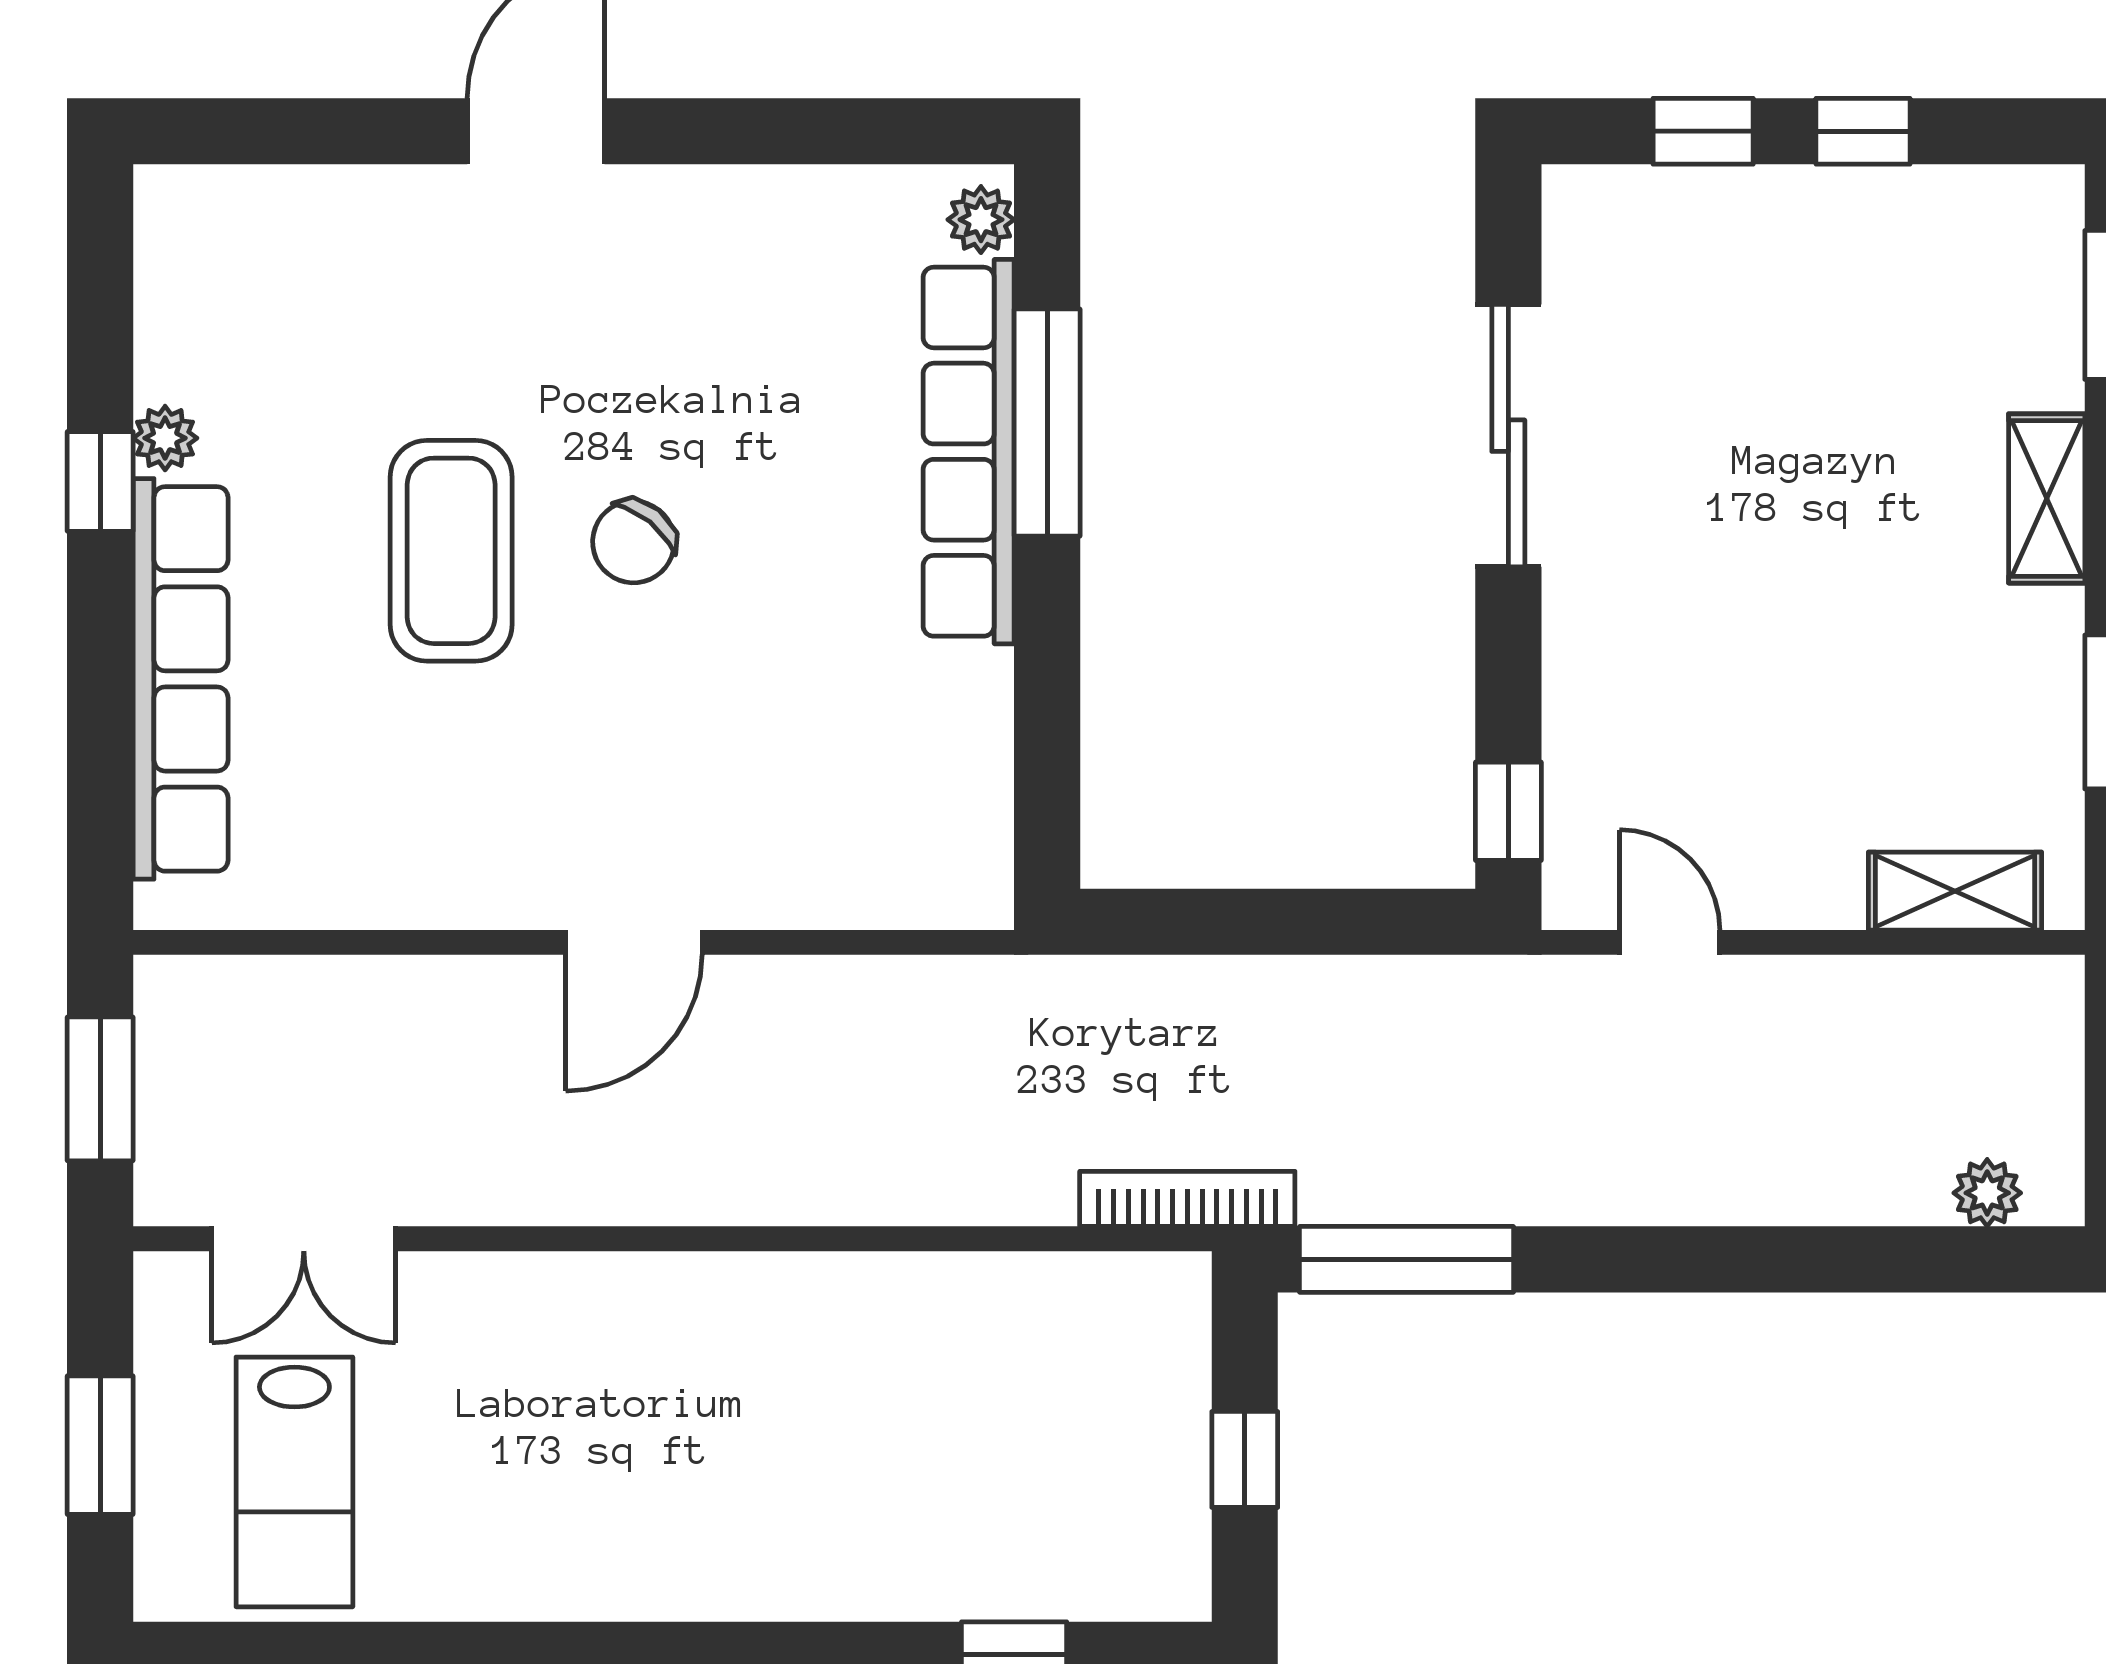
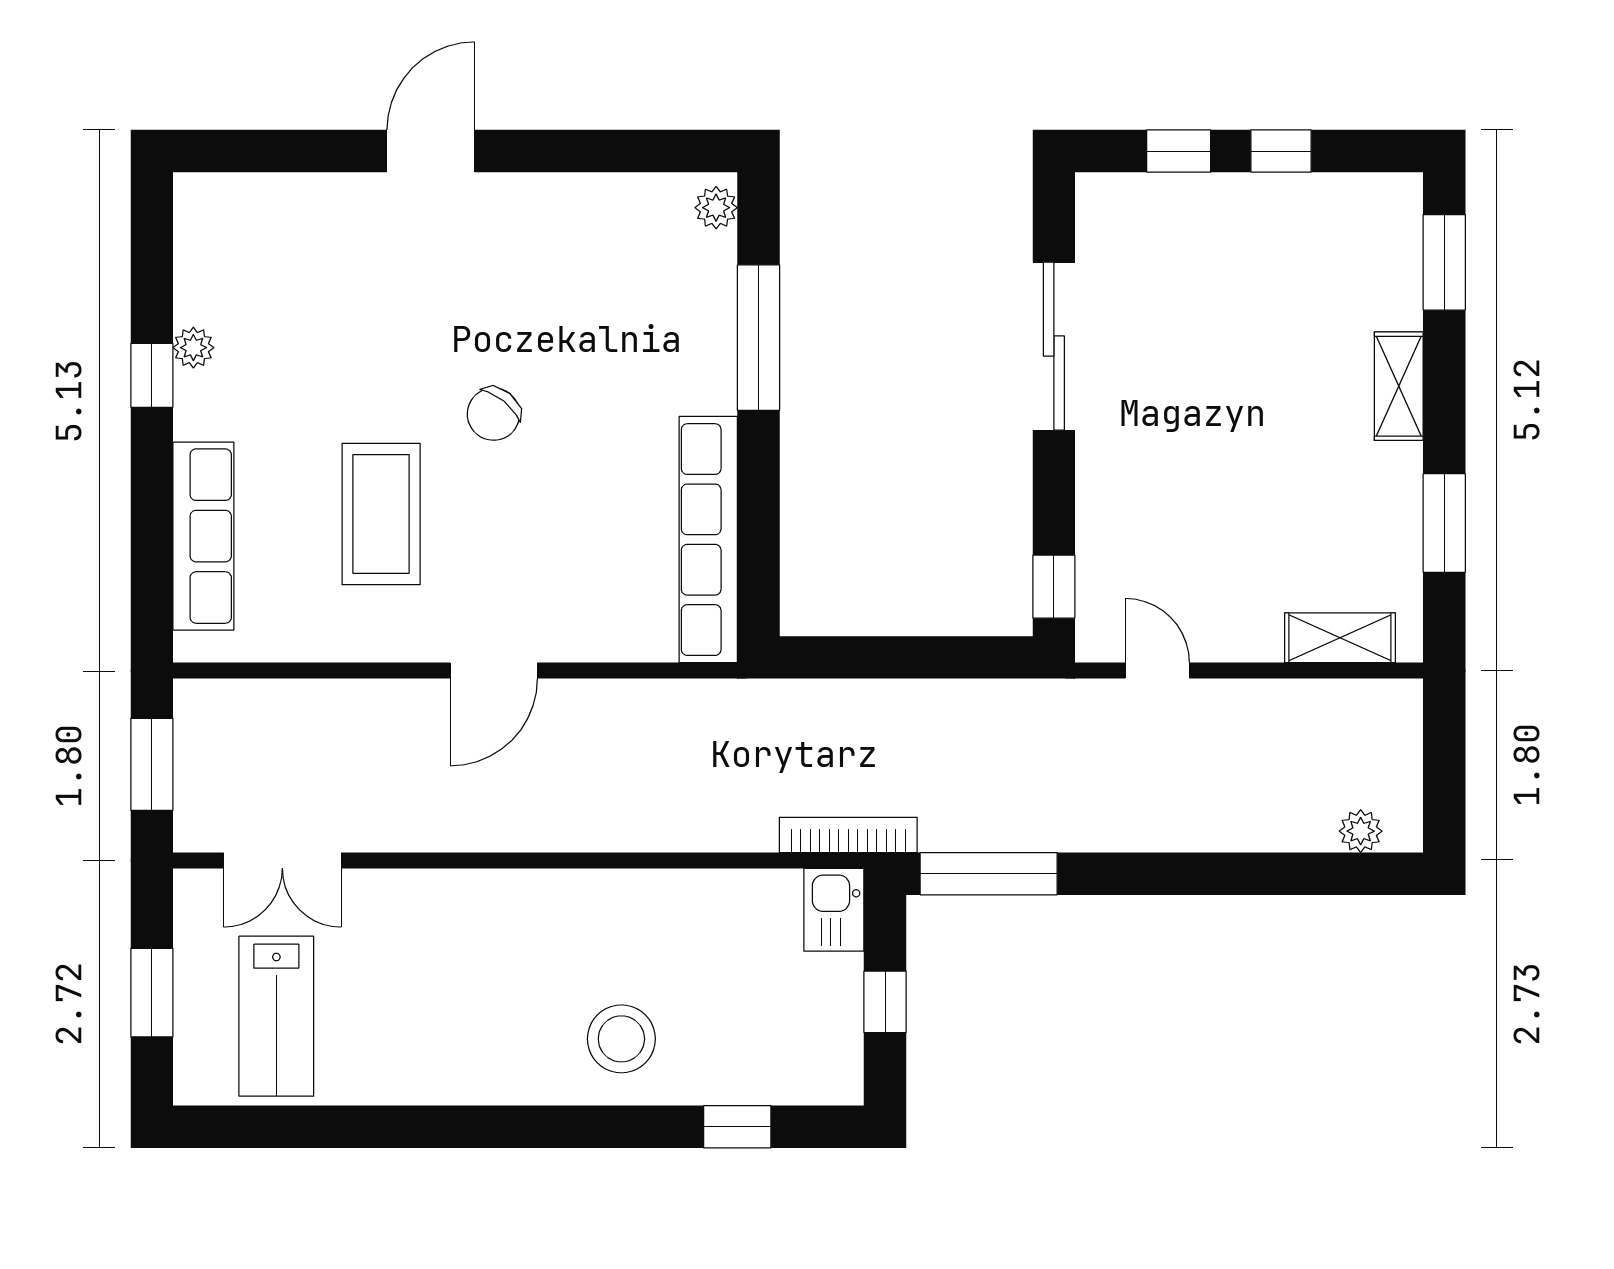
row of seats: (969, 452) -> (708, 540), moved
coffee table: (451, 551) -> (381, 514), moved
row of seats: (181, 679) -> (203, 536), width x0.73
kitchen sink: (1165, 1316) -> (834, 910), added
stool: (833, 1517) -> (621, 1039), added

